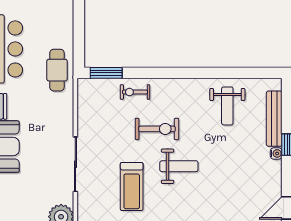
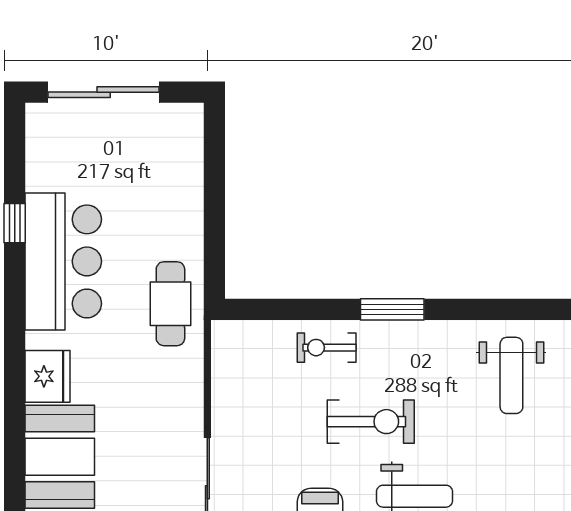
window: (106, 73) -> (392, 309), moved

